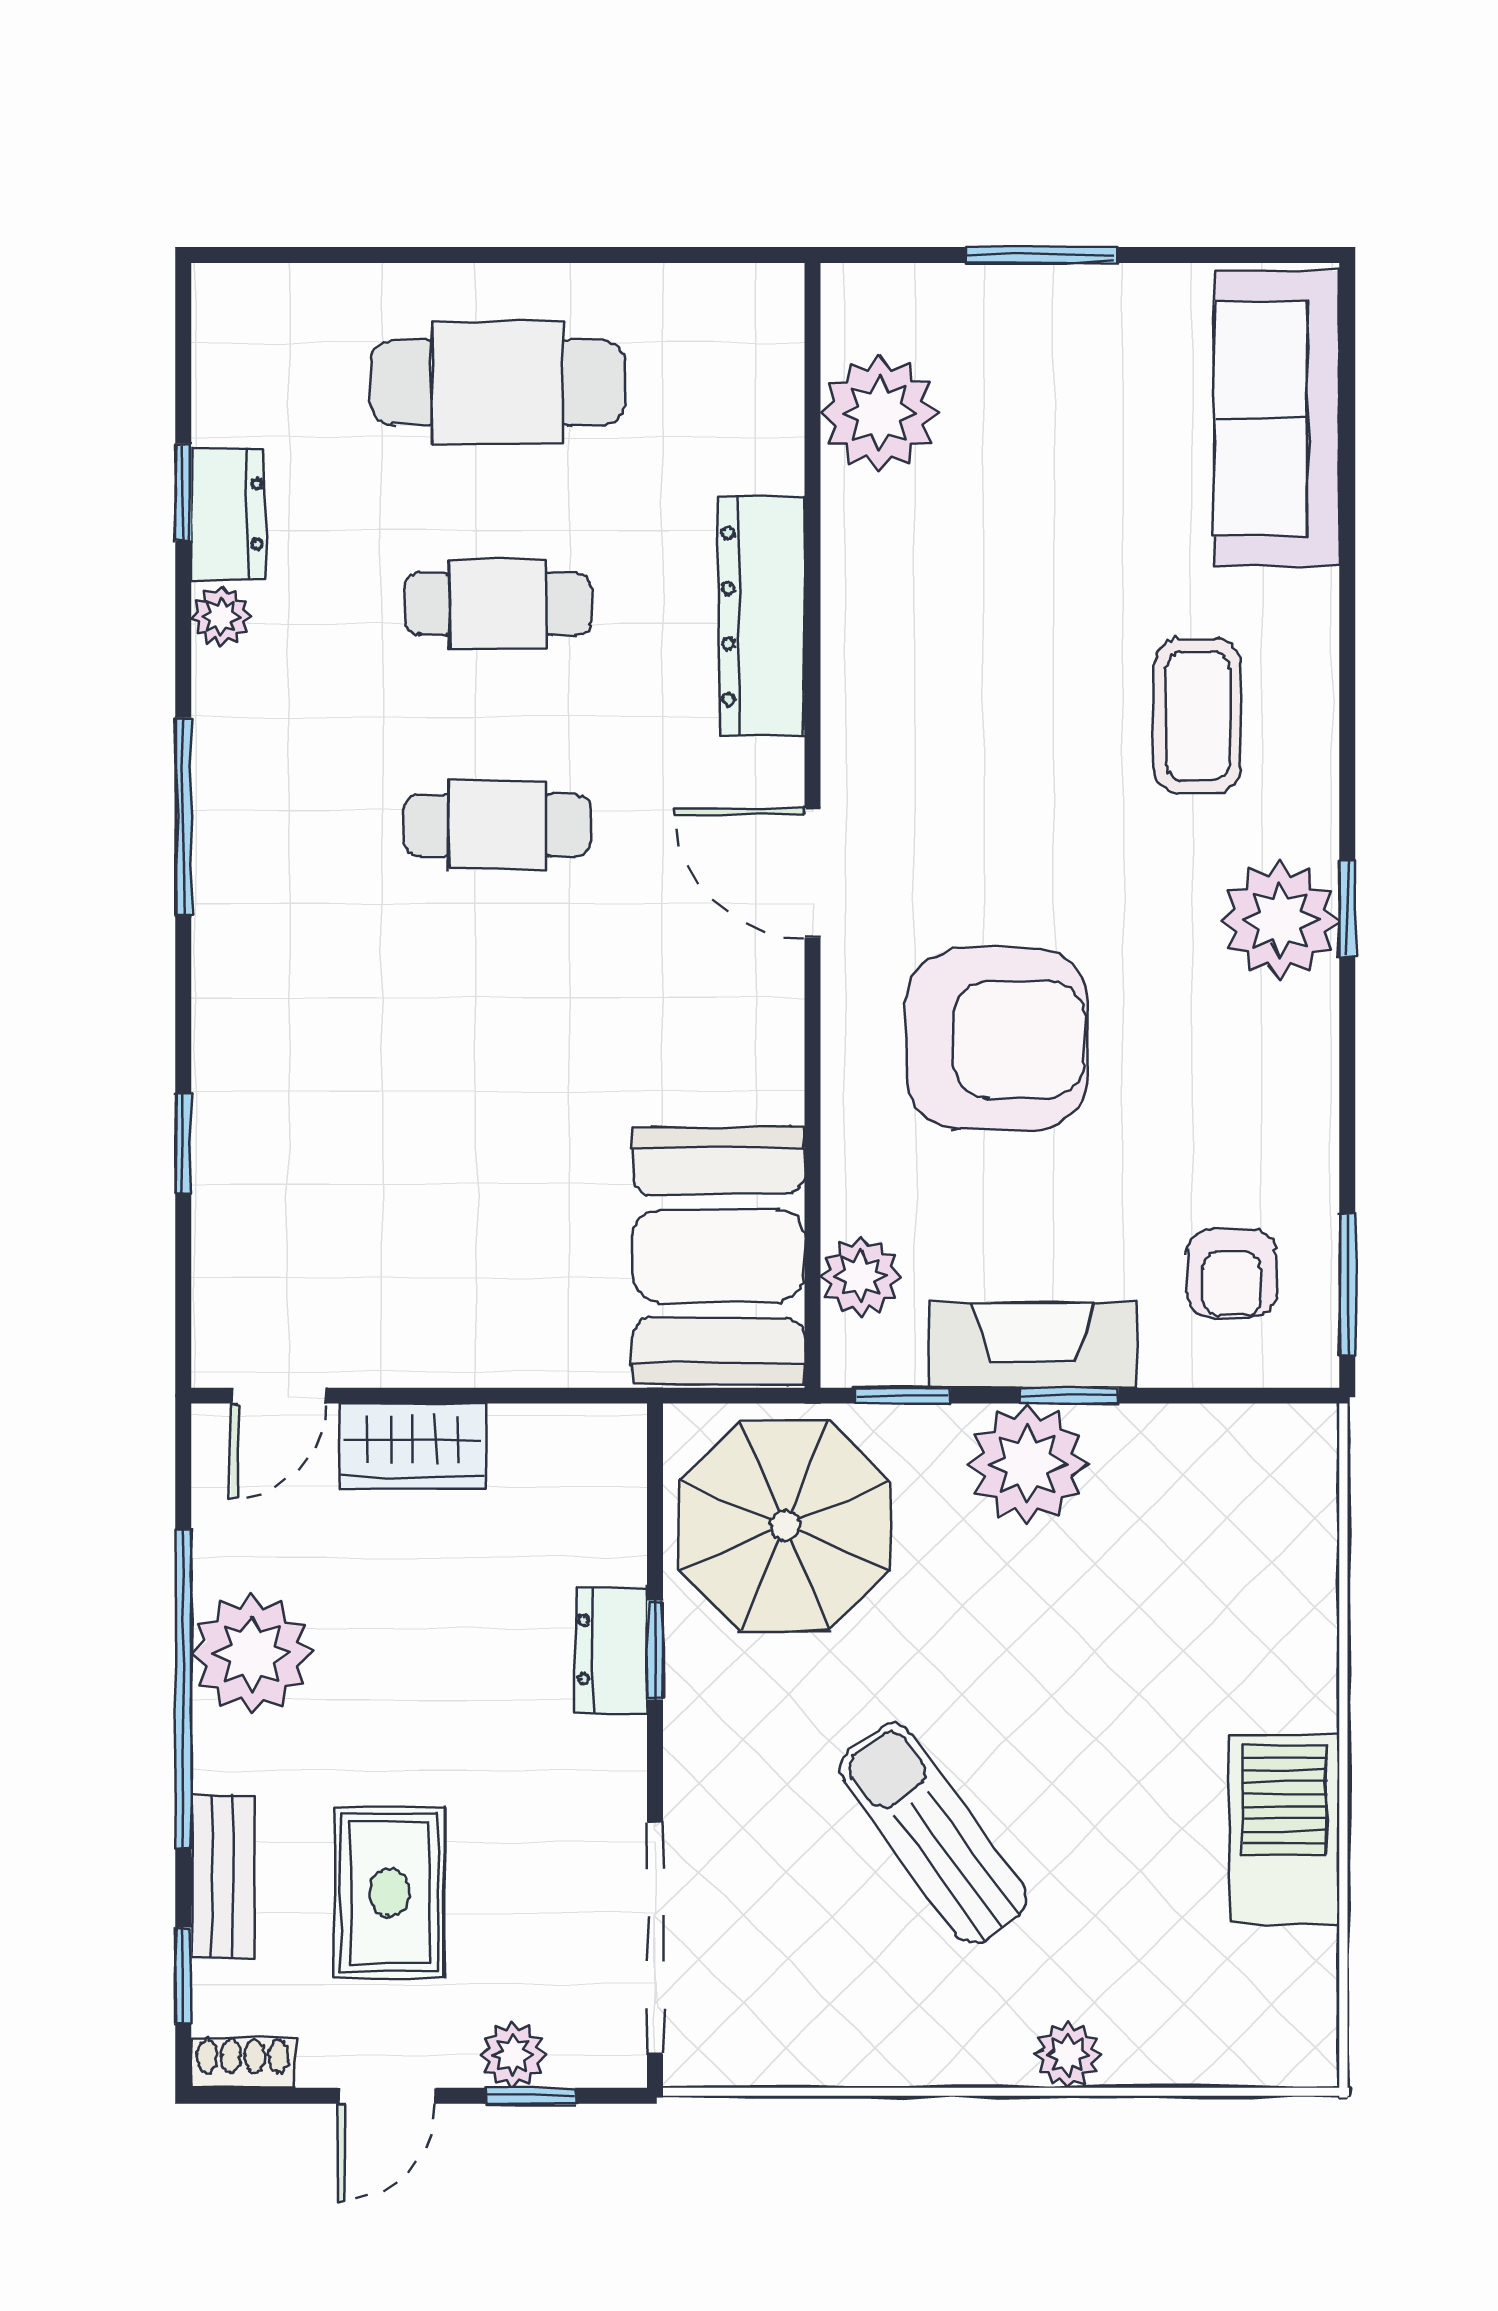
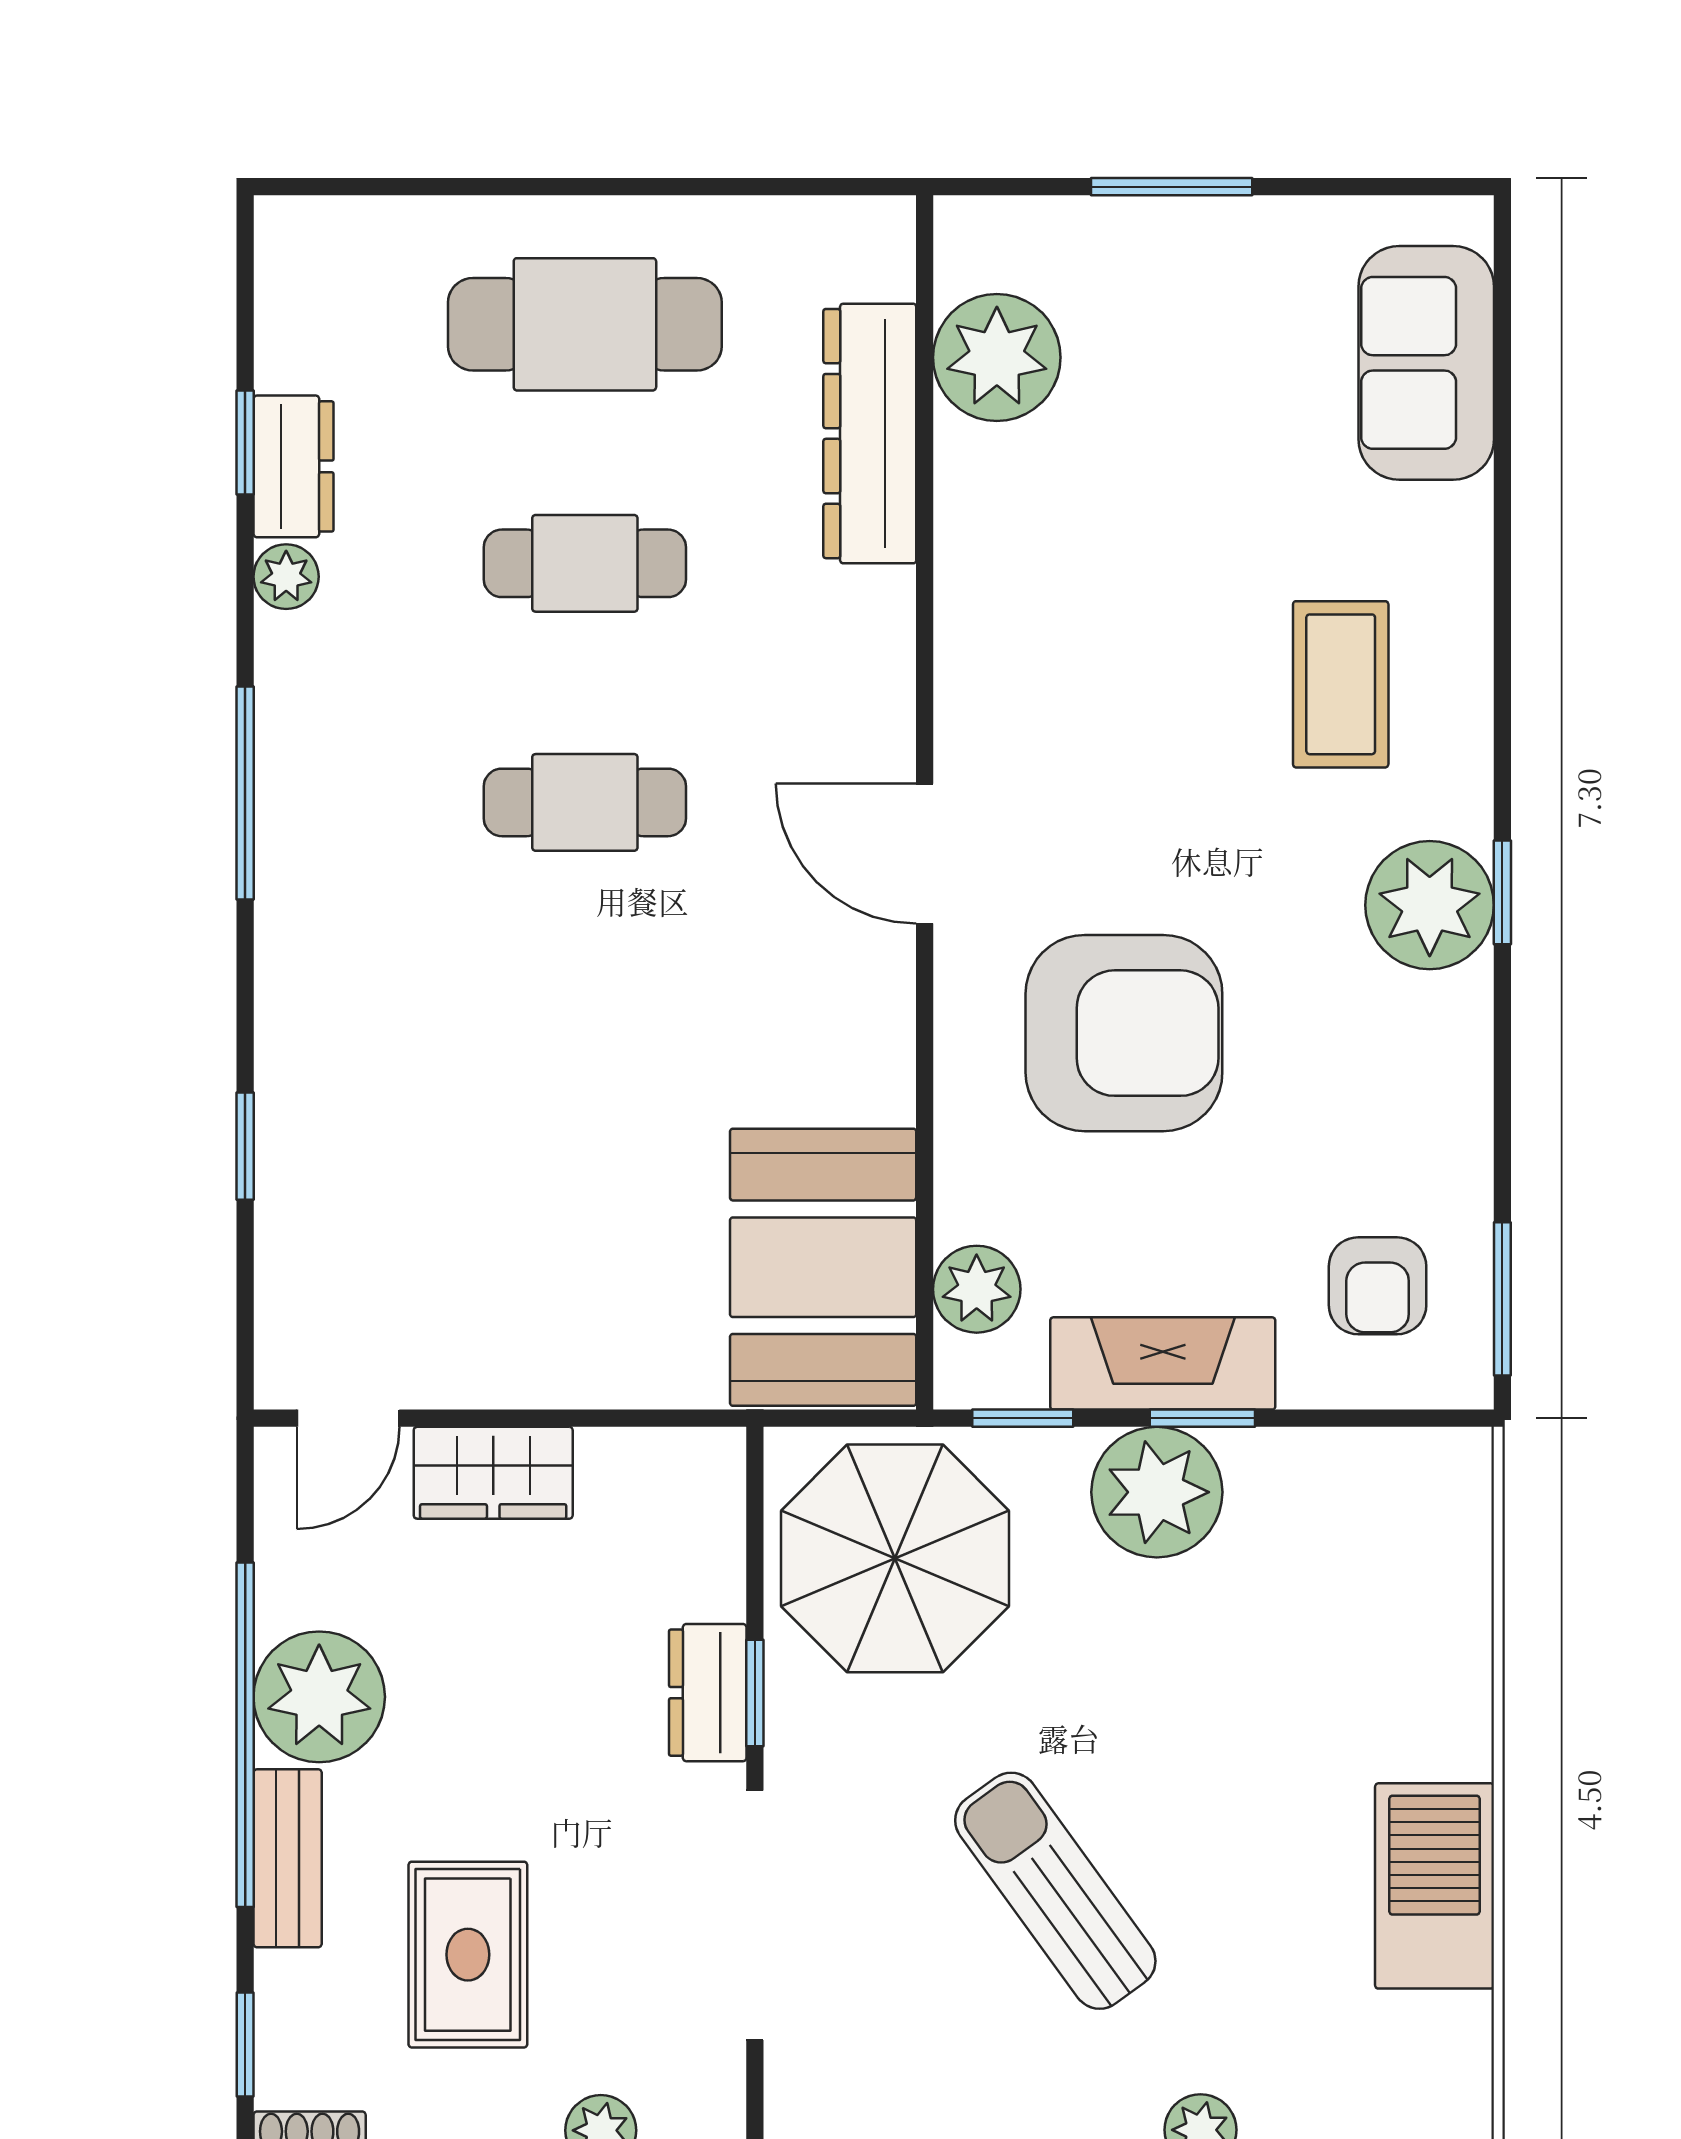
sofa: (1277, 418) -> (1426, 363), width x0.73
dresser: (762, 616) -> (870, 434), moved
bench: (222, 1877) -> (288, 1858), moved
doorway: (655, 1938) -> (755, 1915), moved

